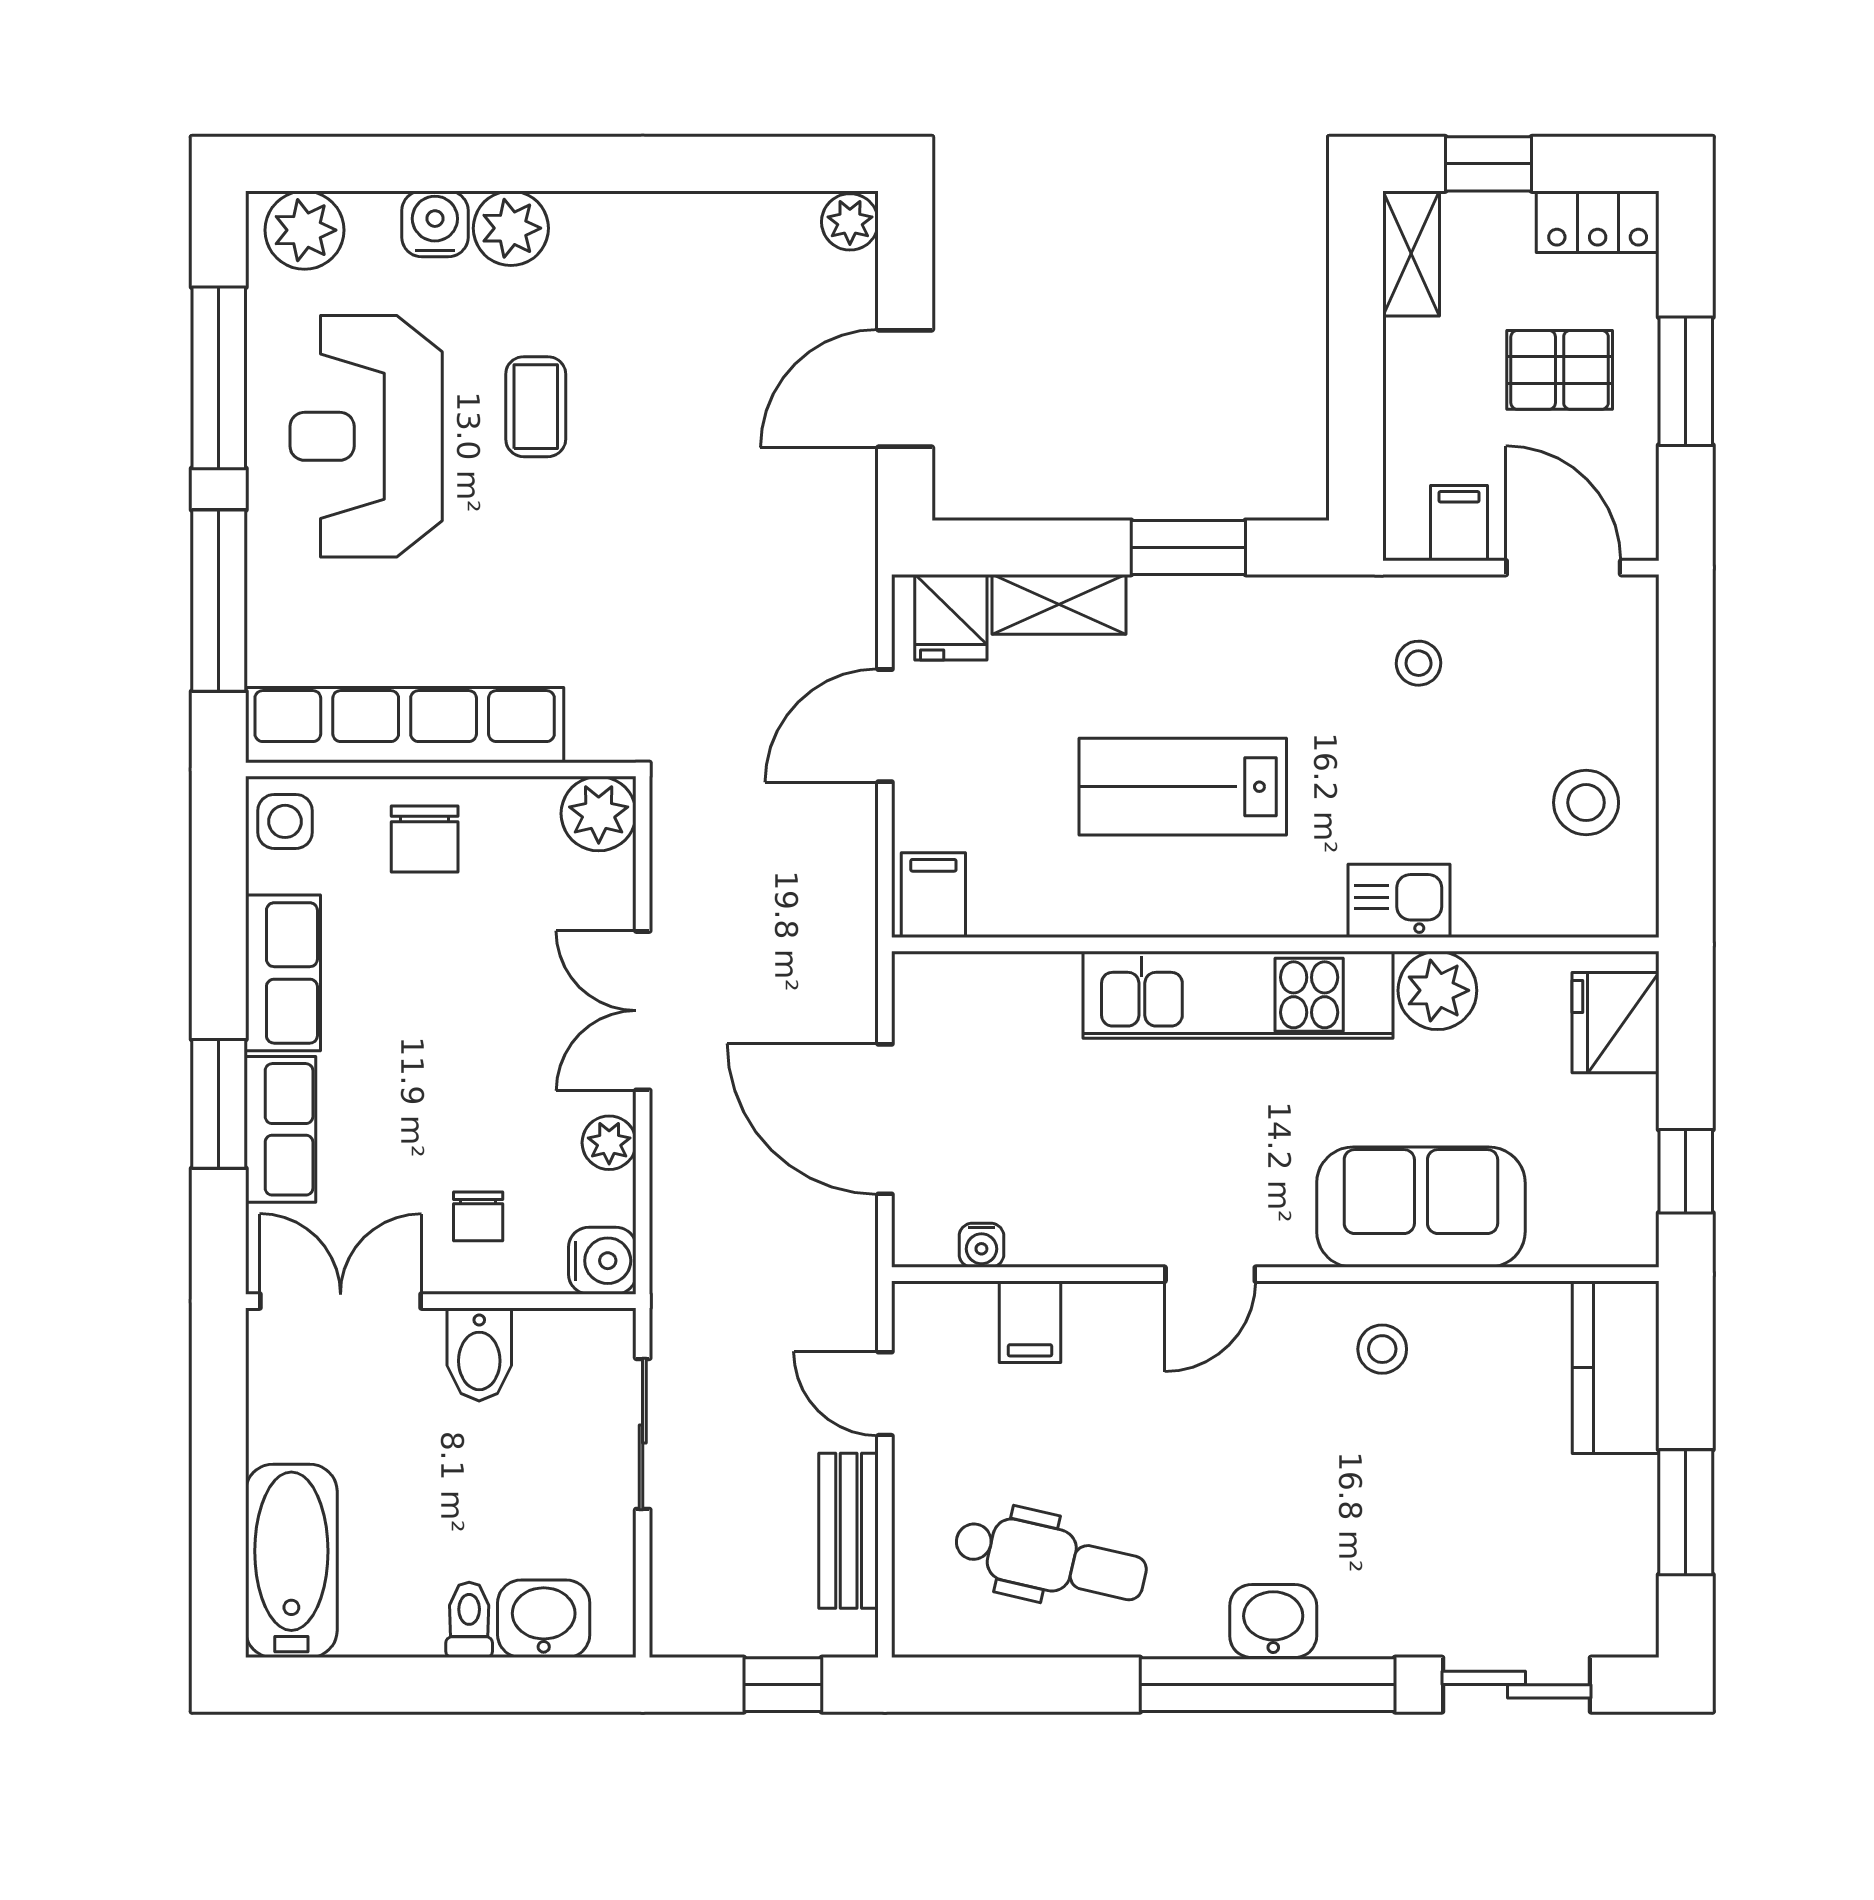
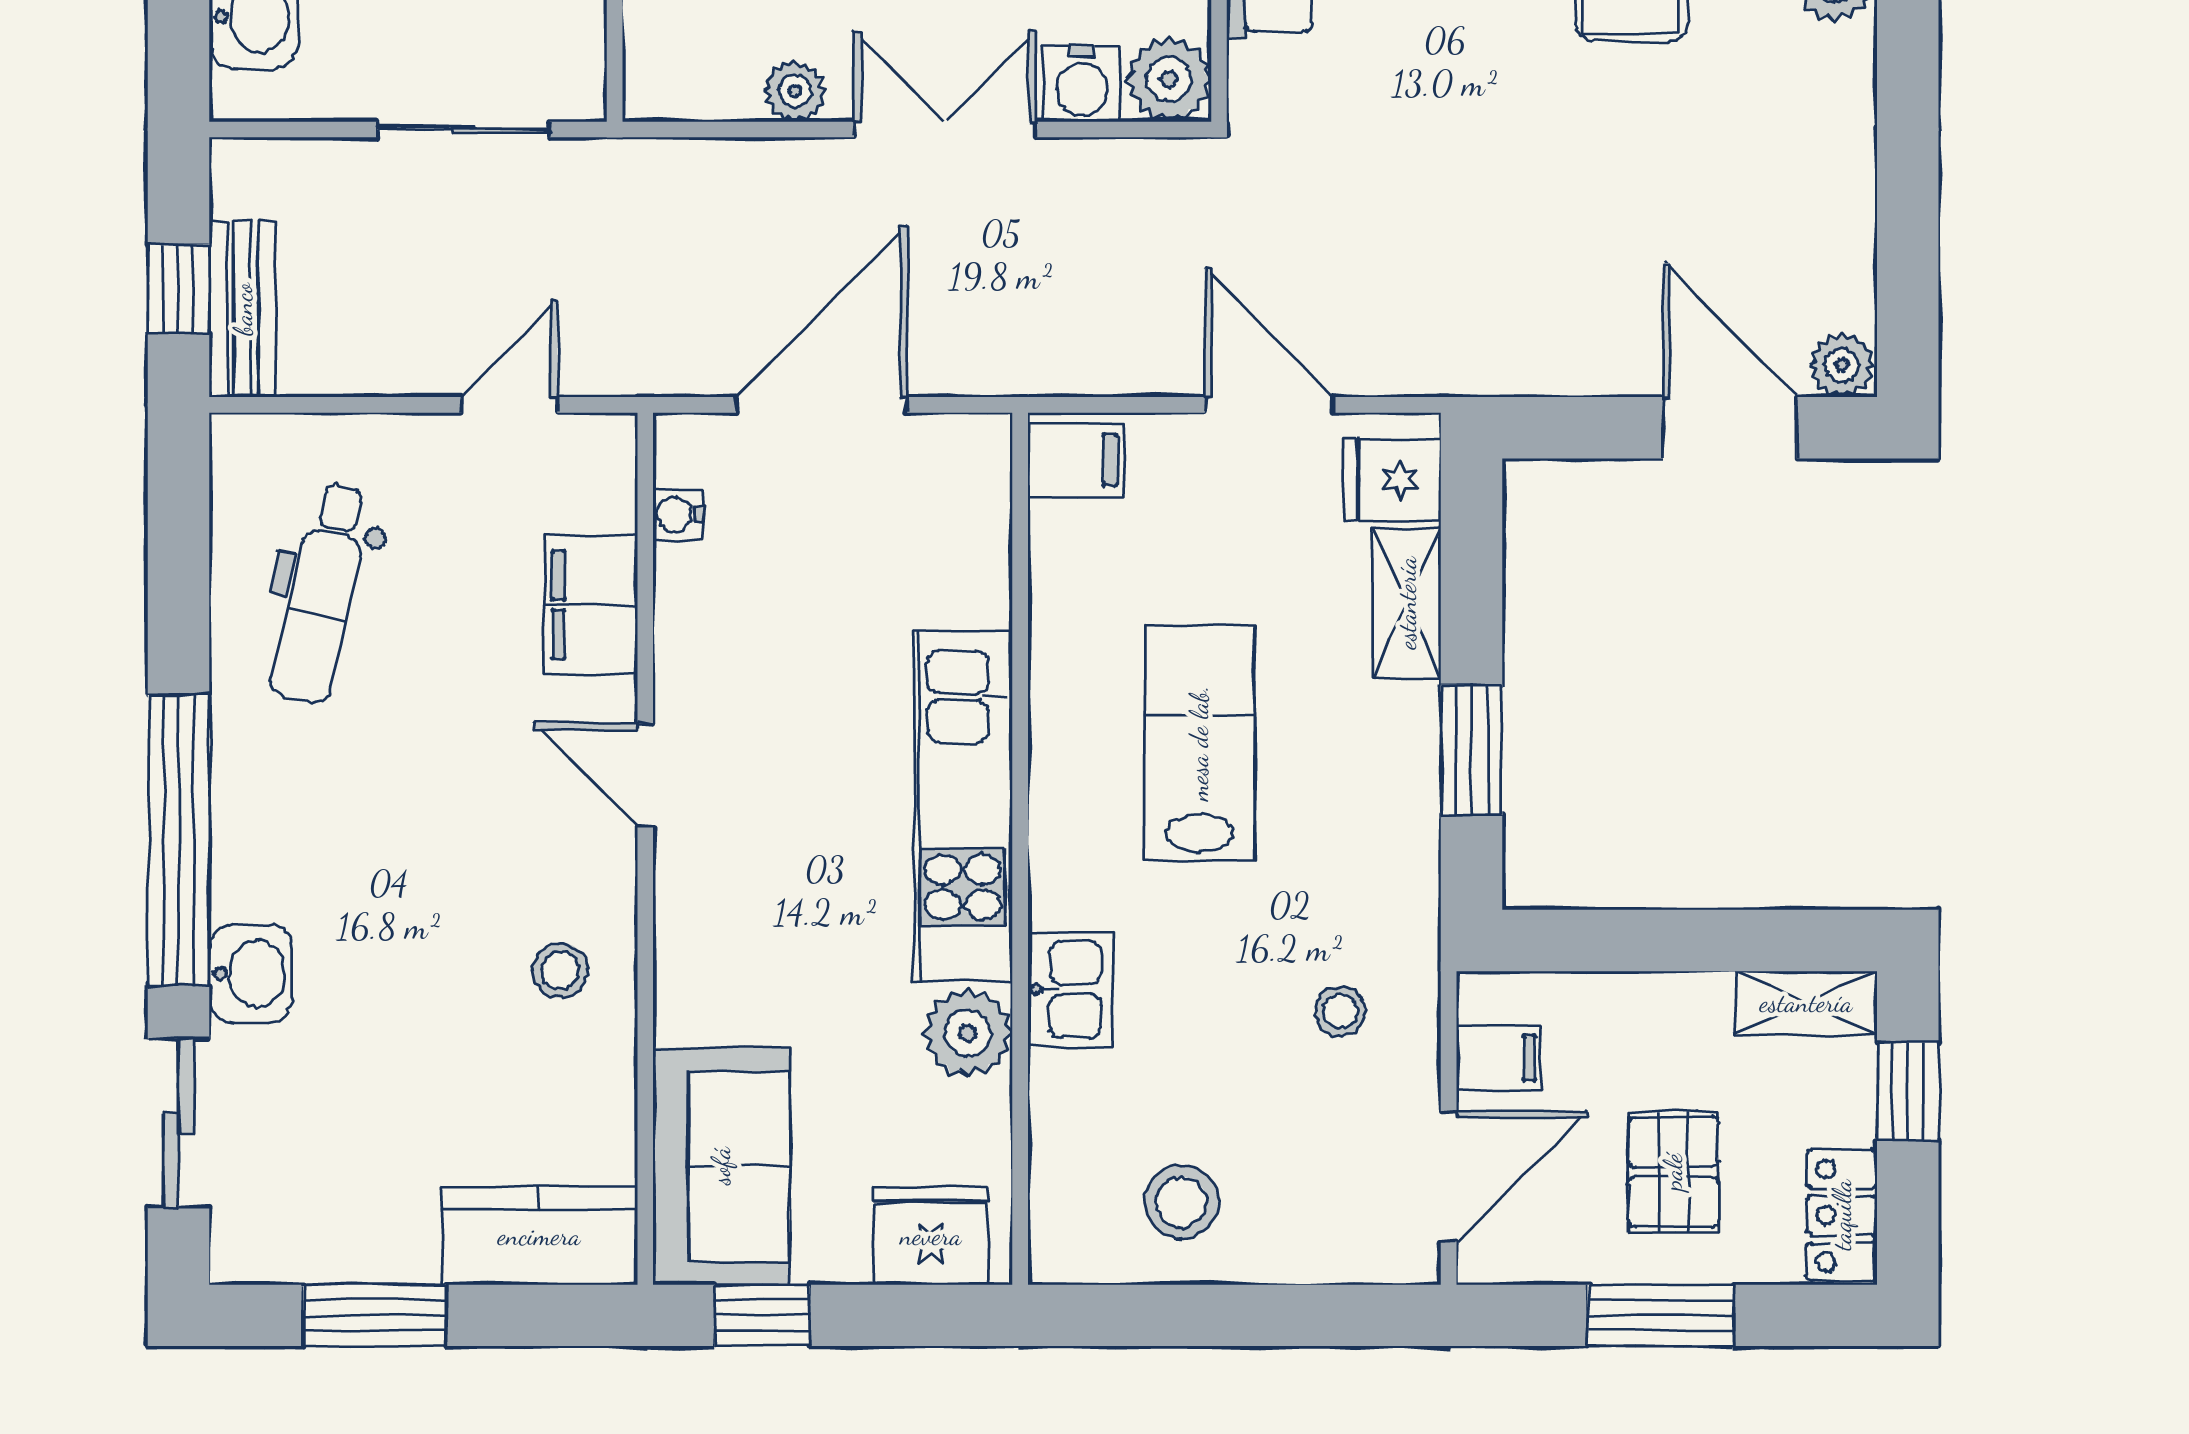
door: (905, 388) -> (1730, 428), moved
sofa: (1421, 1207) -> (721, 1166), moved
water cooler: (602, 1261) -> (1082, 84), moved
filing cabinet: (1030, 1322) -> (591, 605), width x2.00
bench: (849, 1531) -> (243, 309), moved, turned 90
washbasin: (1273, 1621) -> (251, 974), moved

